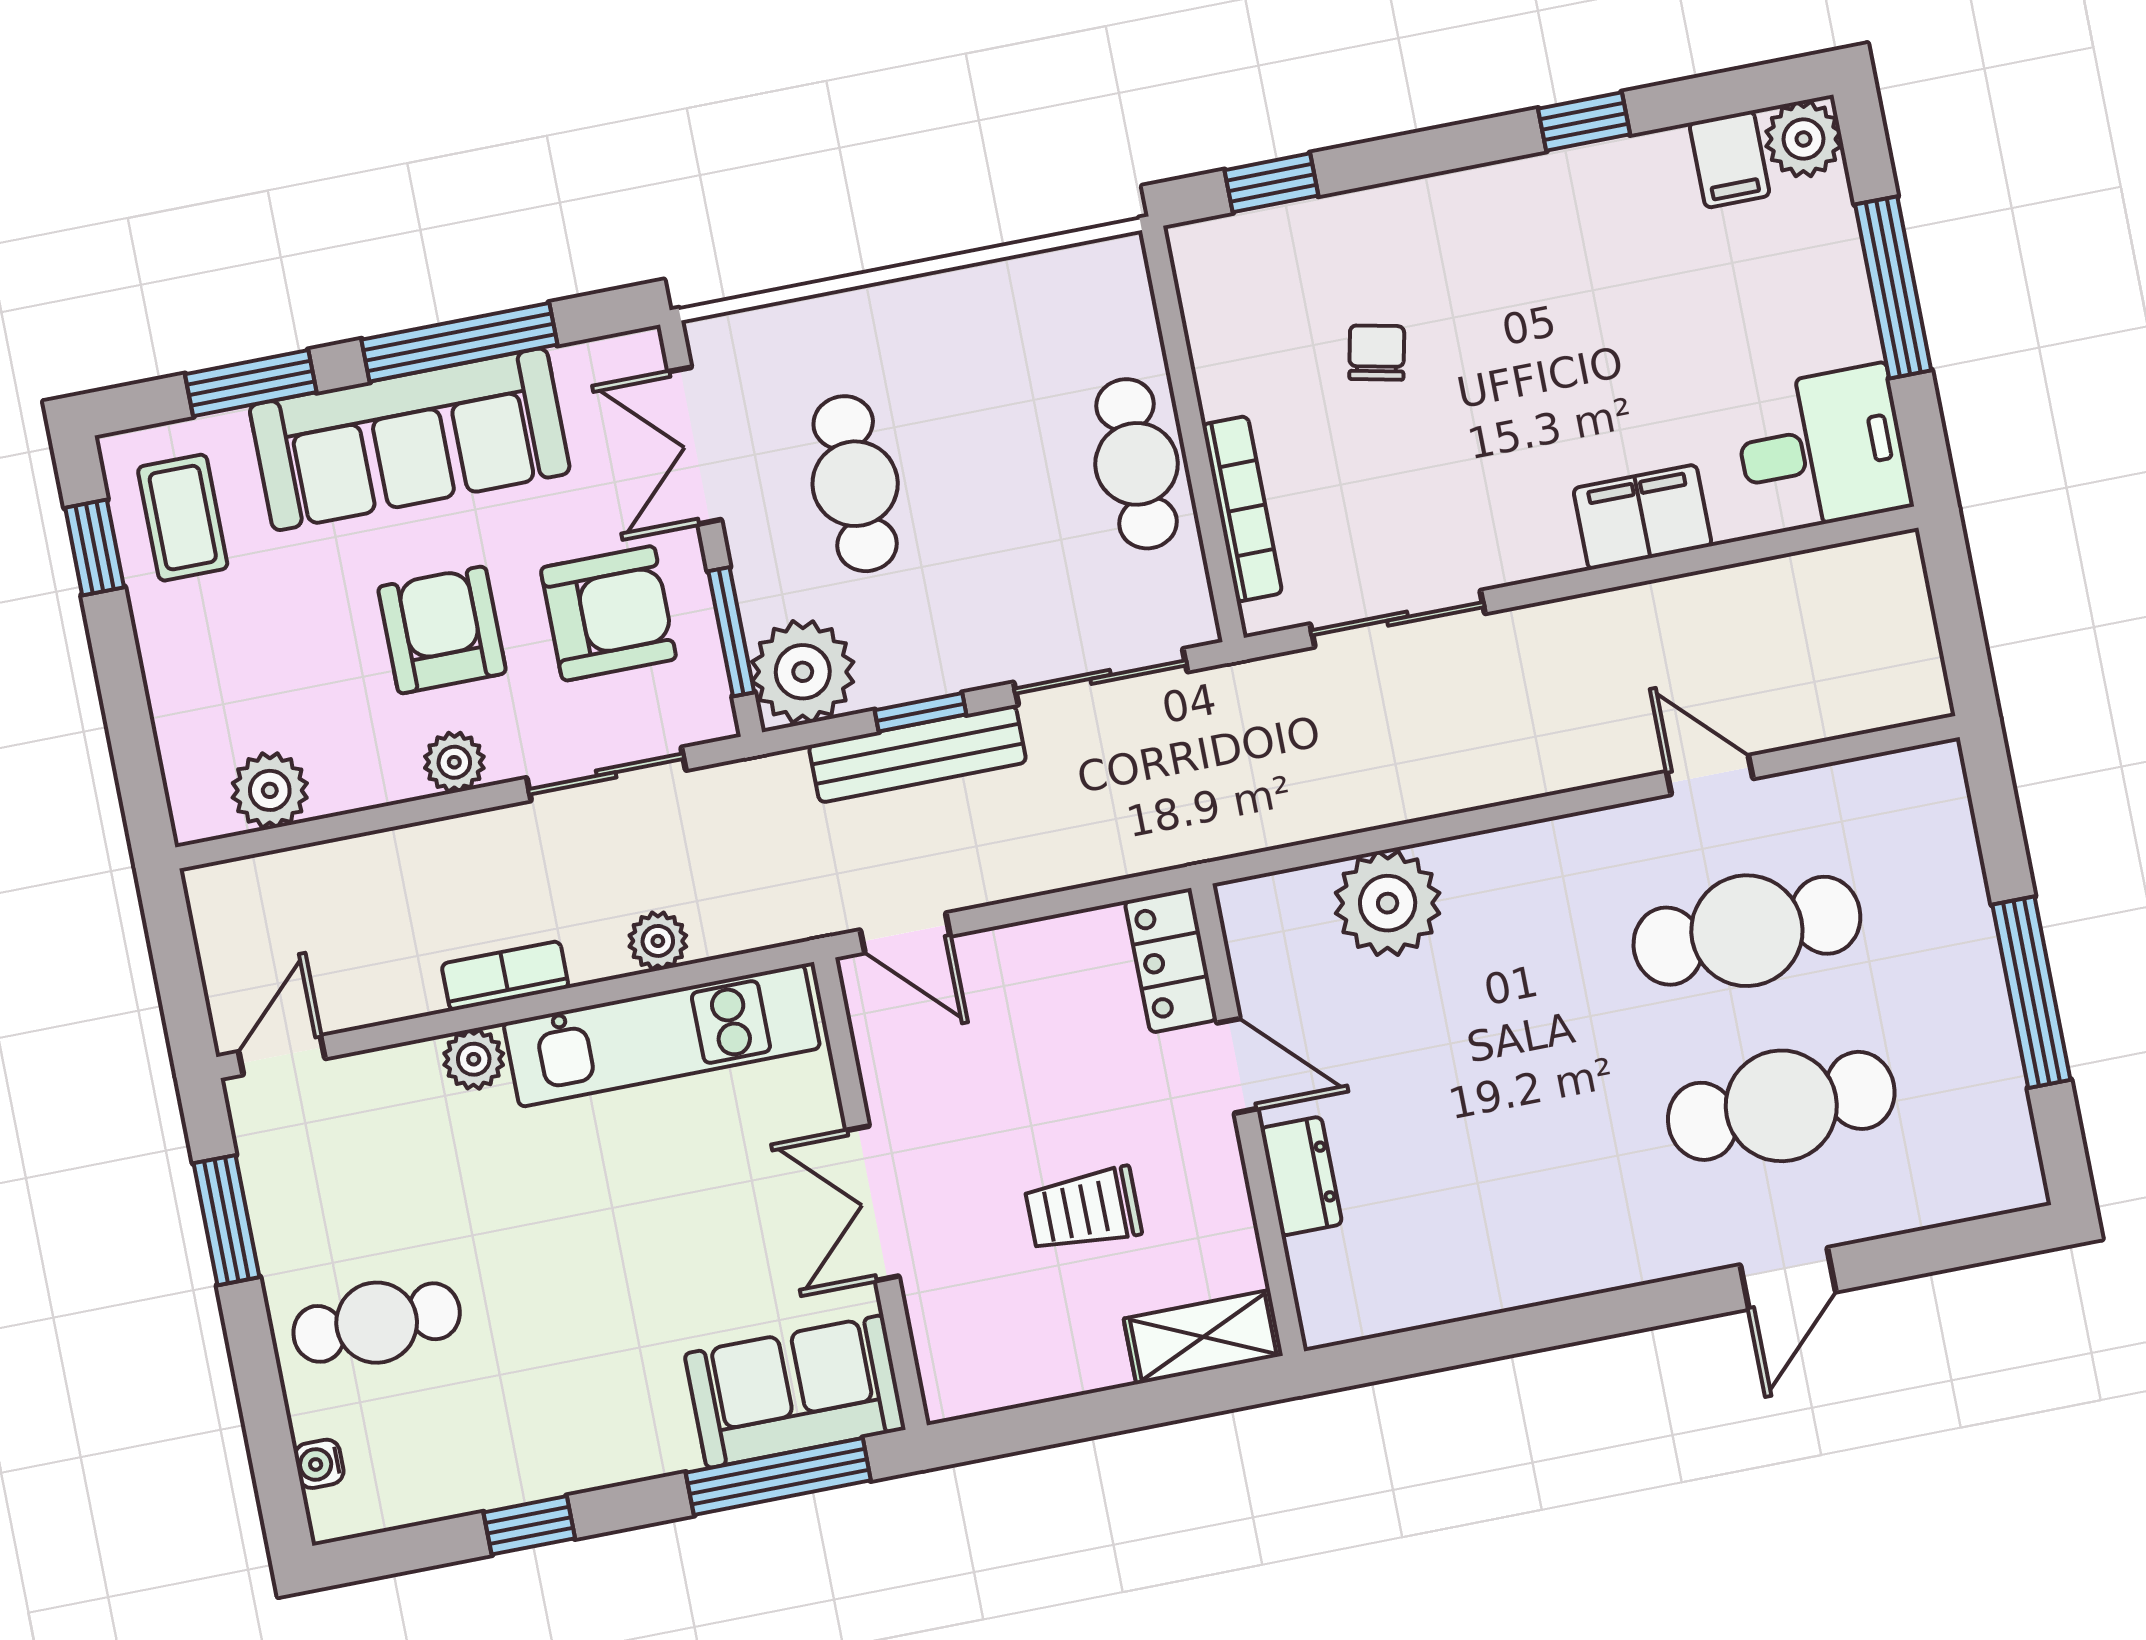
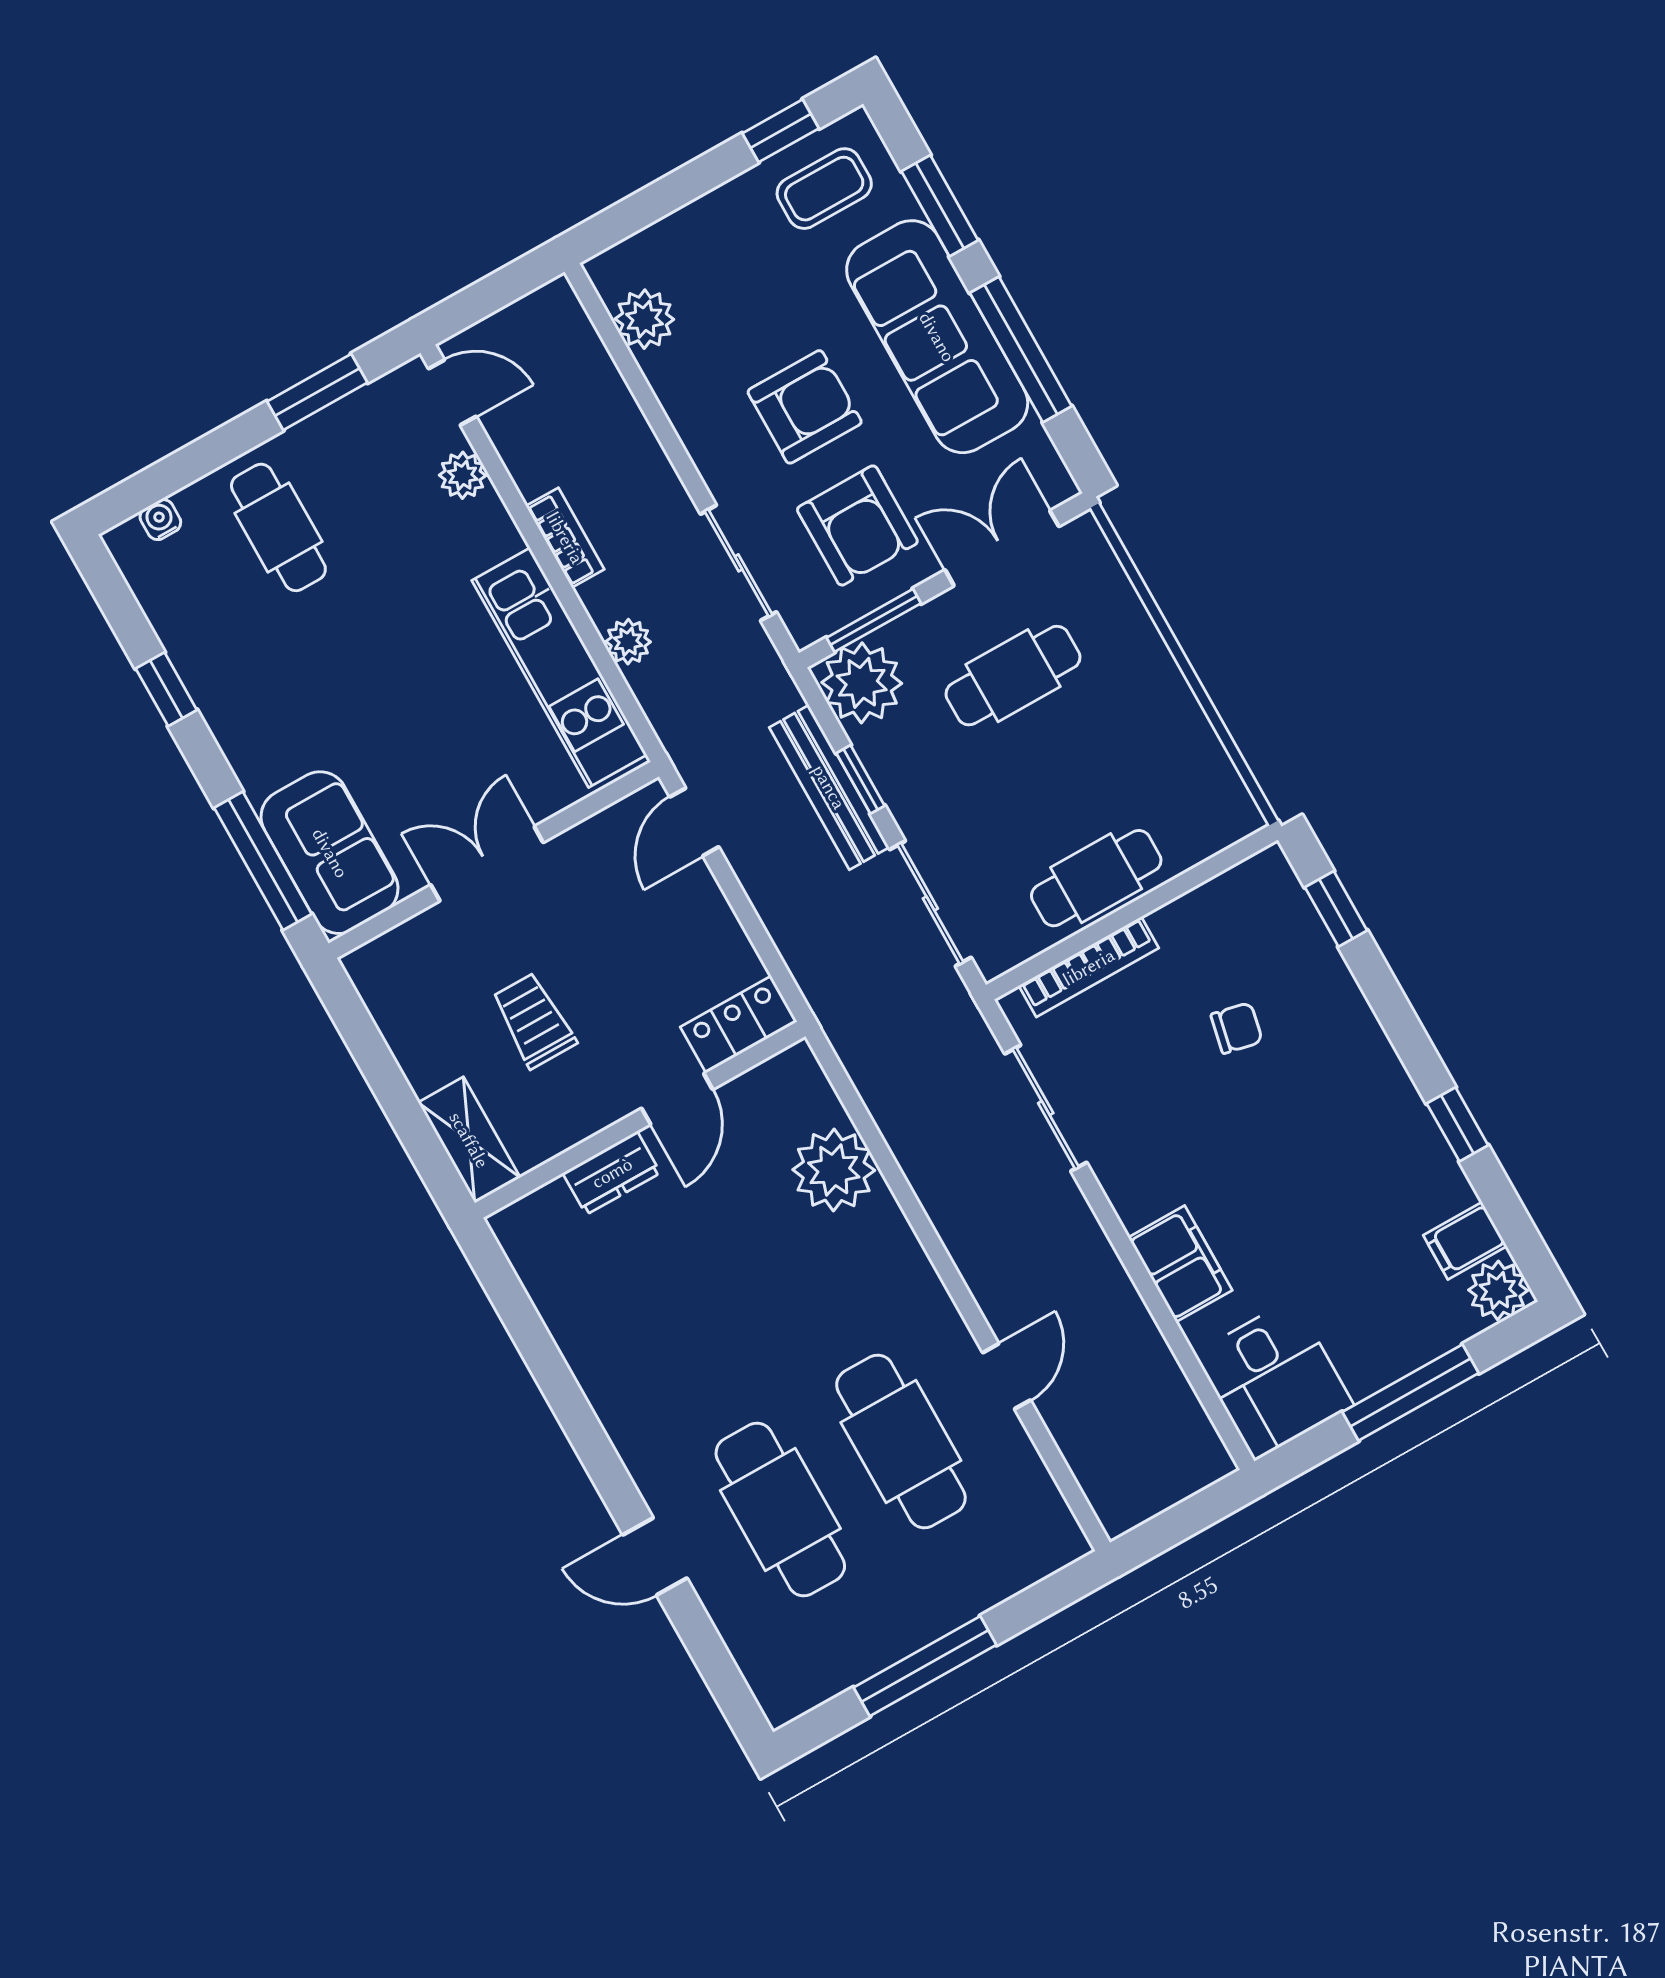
plant: (454, 762) -> (710, 448), removed
plant: (474, 1059) -> (463, 475), moved

